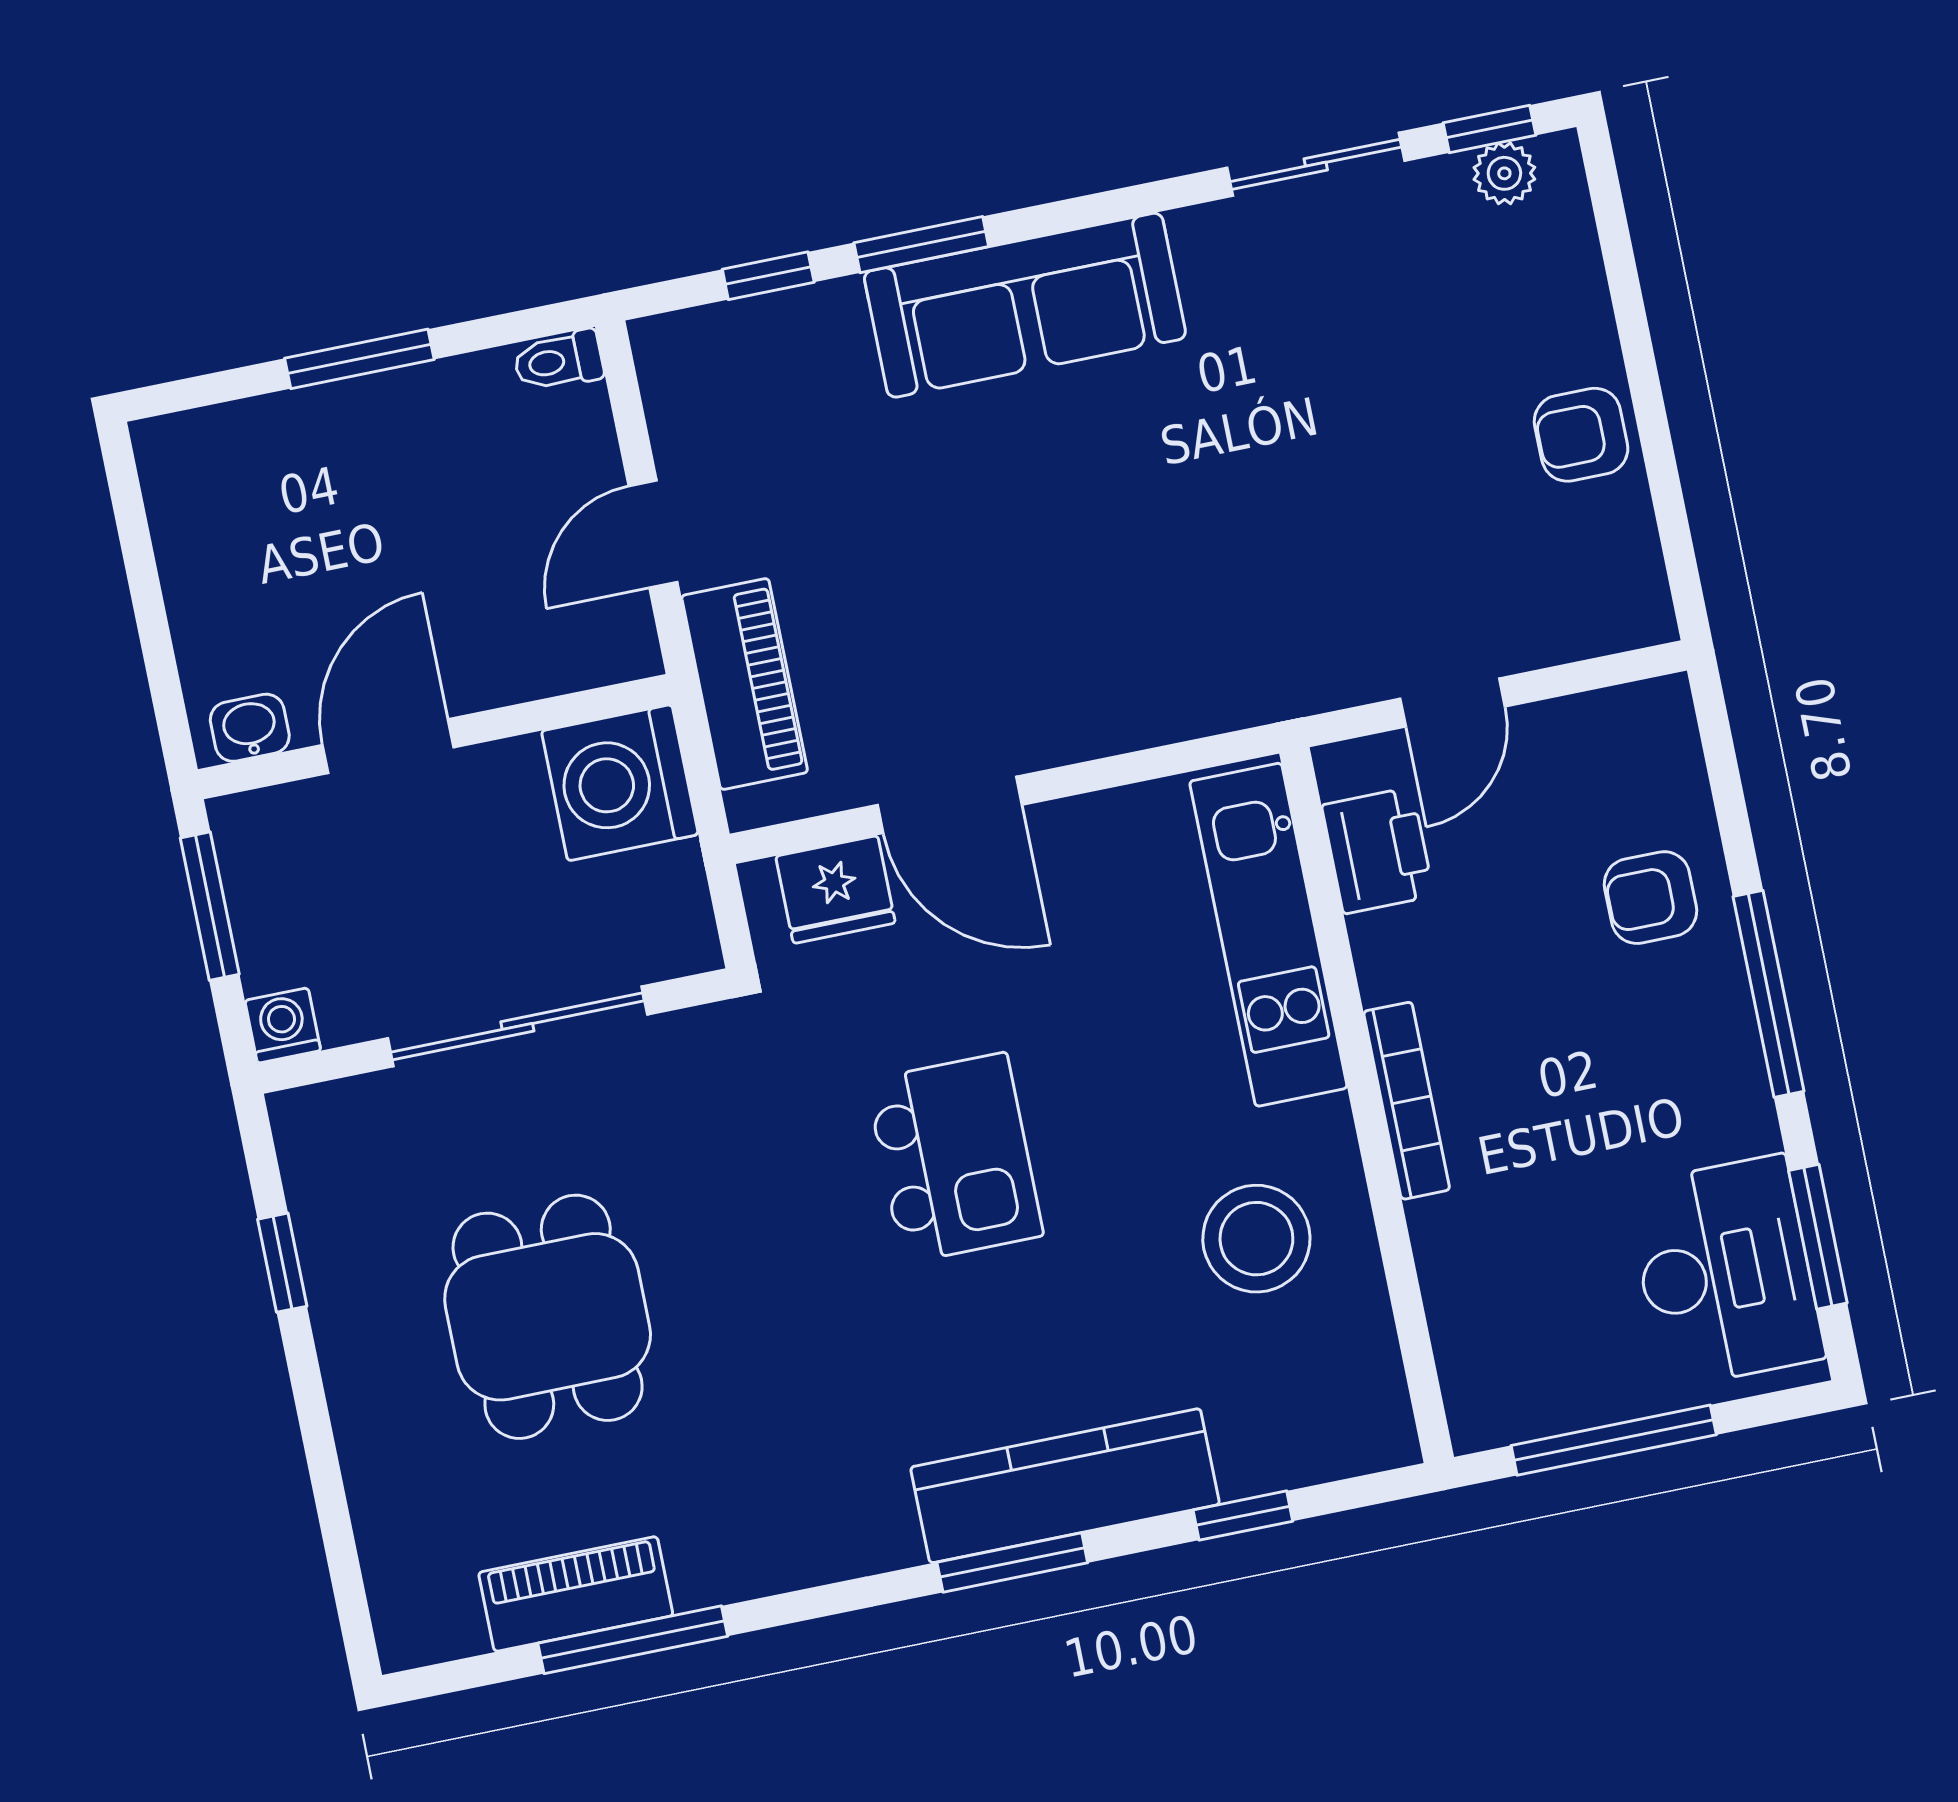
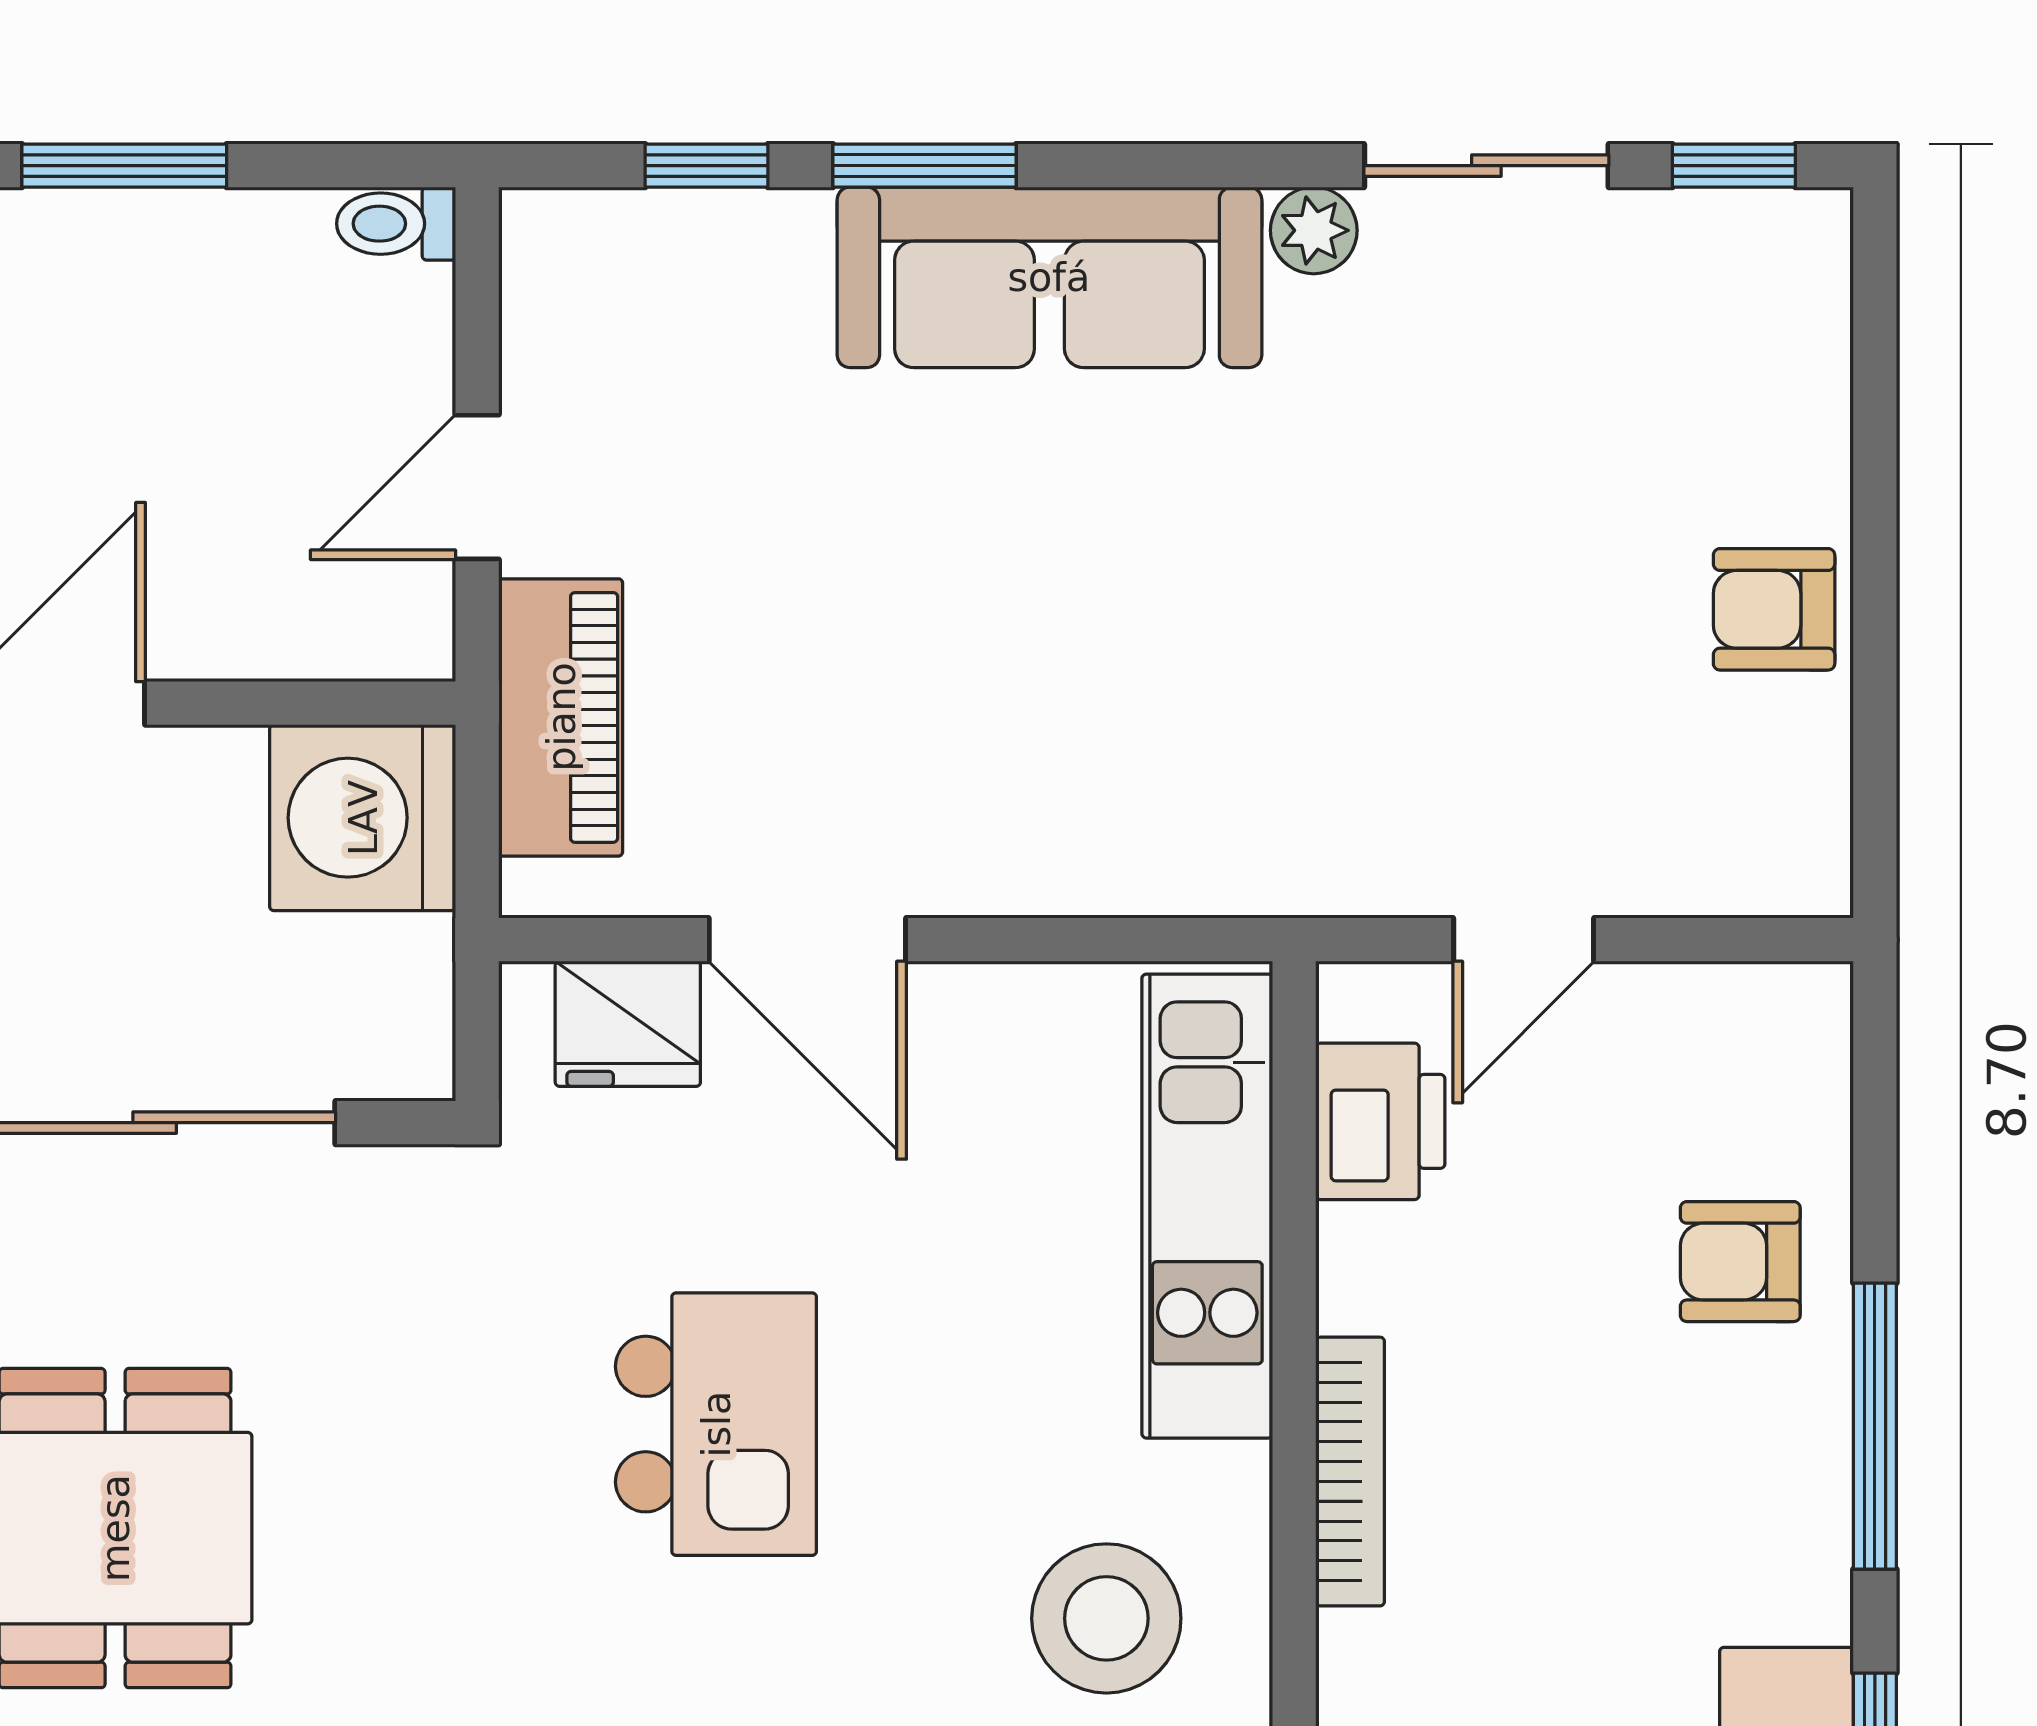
plant: (1504, 173) -> (1314, 230), moved

